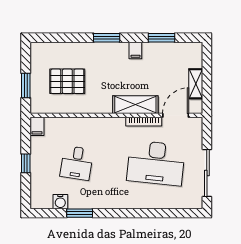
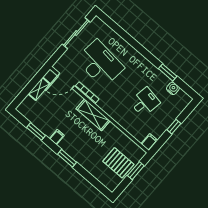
pallet: (67, 81) -> (118, 163), moved
shelving: (135, 105) -> (93, 115), moved

